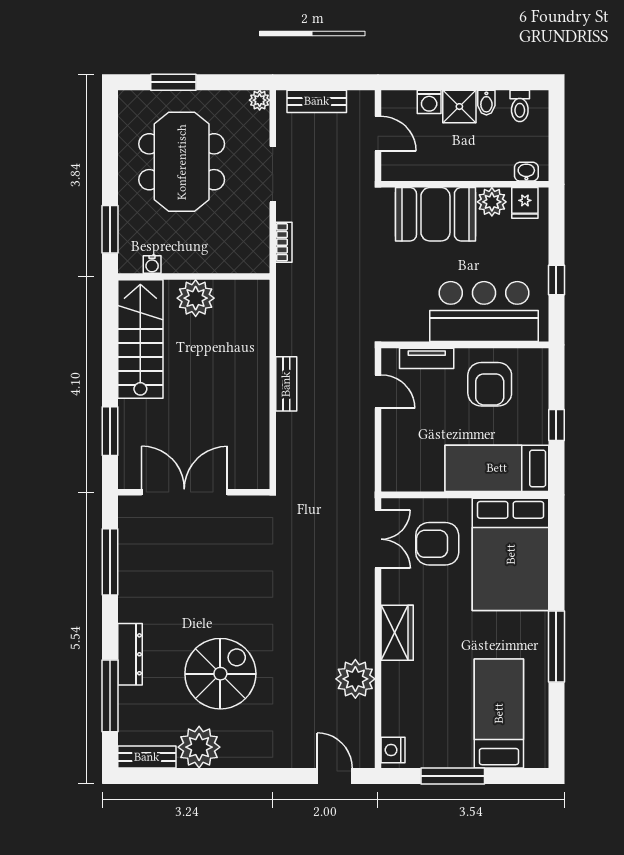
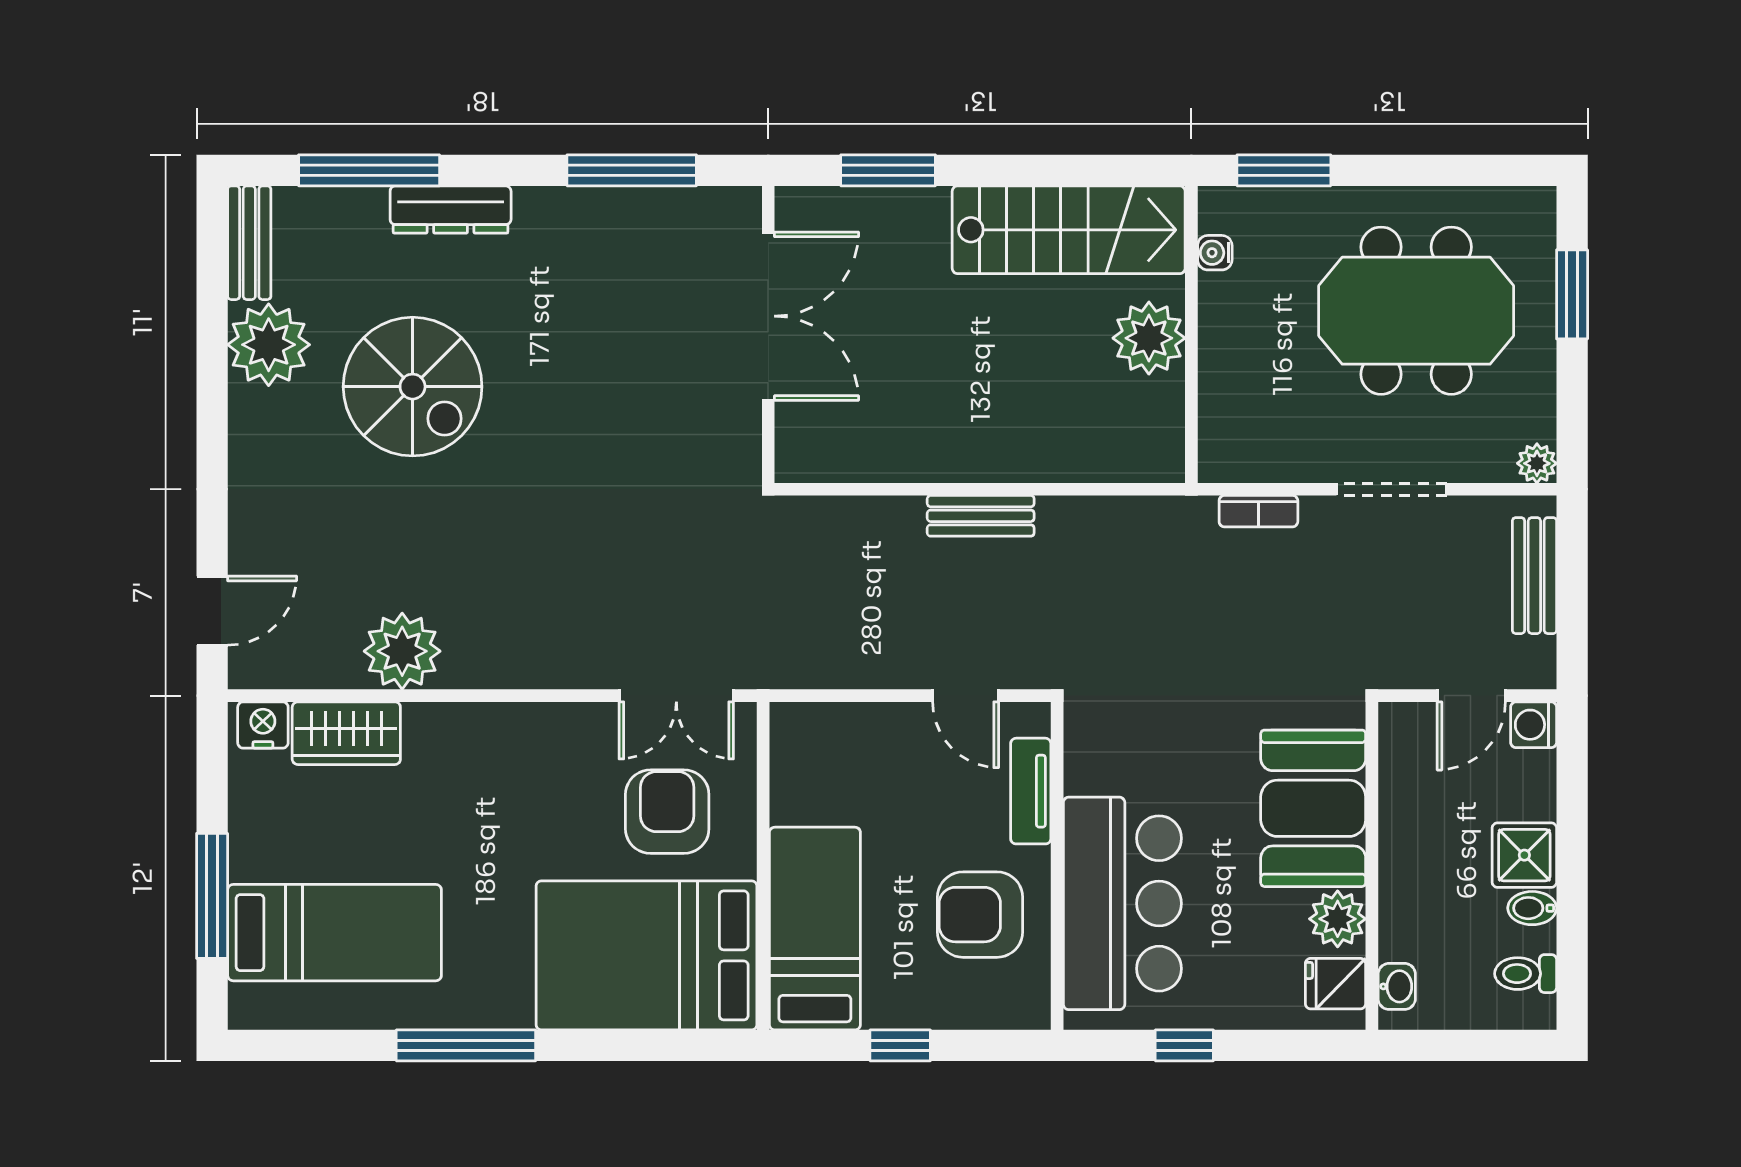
washing machine: (429, 102) -> (1534, 725), moved
door: (378, 392) -> (966, 696), hinge flipped
wardrobe: (397, 633) -> (346, 733), moved
window: (453, 776) -> (212, 896), moved

